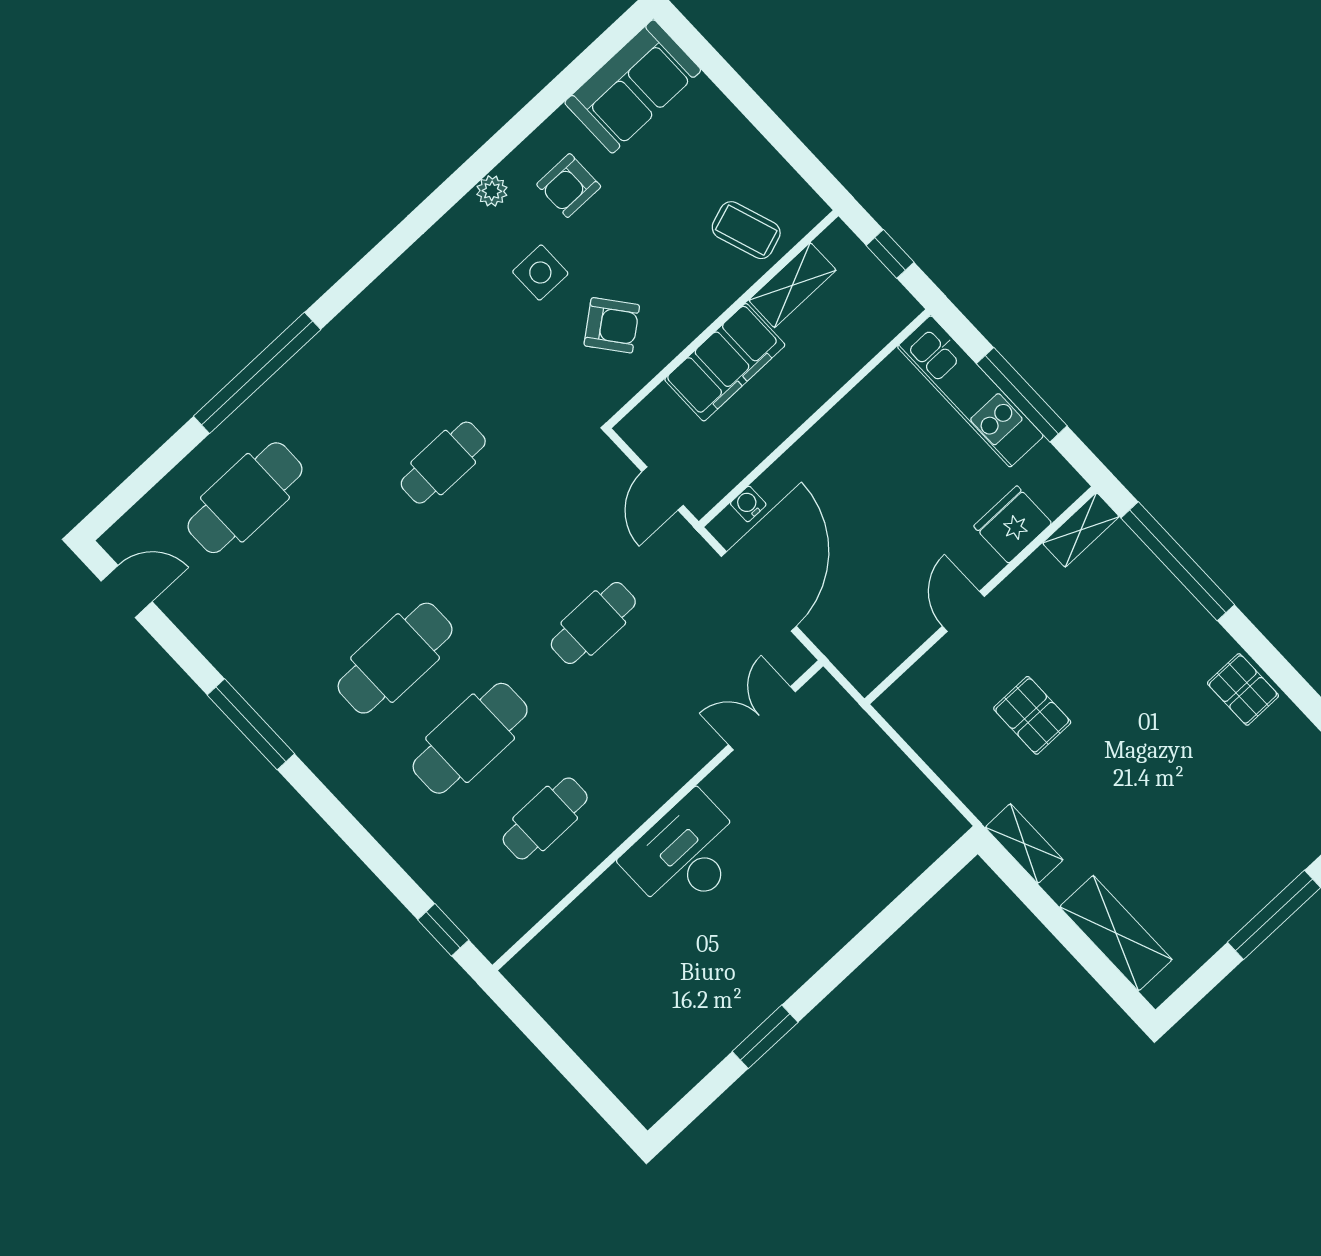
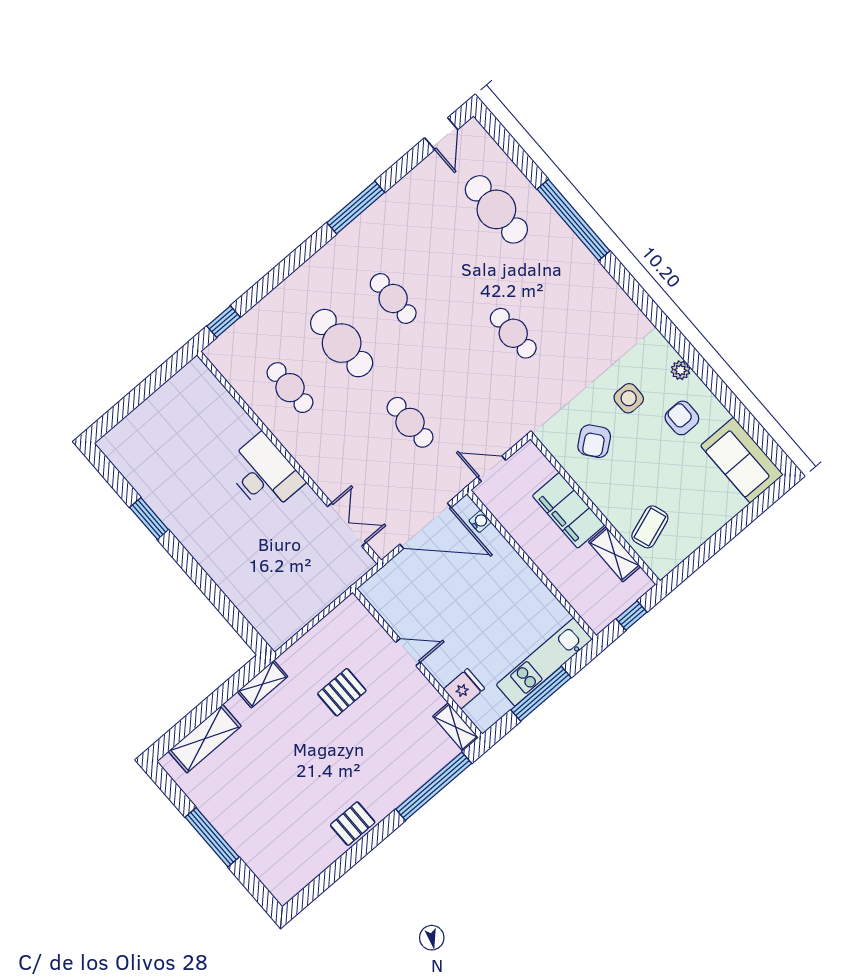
fridge: (1013, 524) -> (464, 689), width x0.72
cafe table: (395, 658) -> (393, 299), width x0.73, depth x0.74

